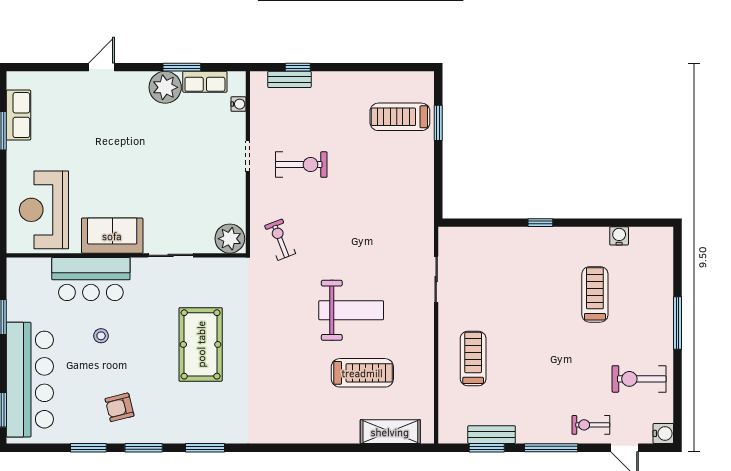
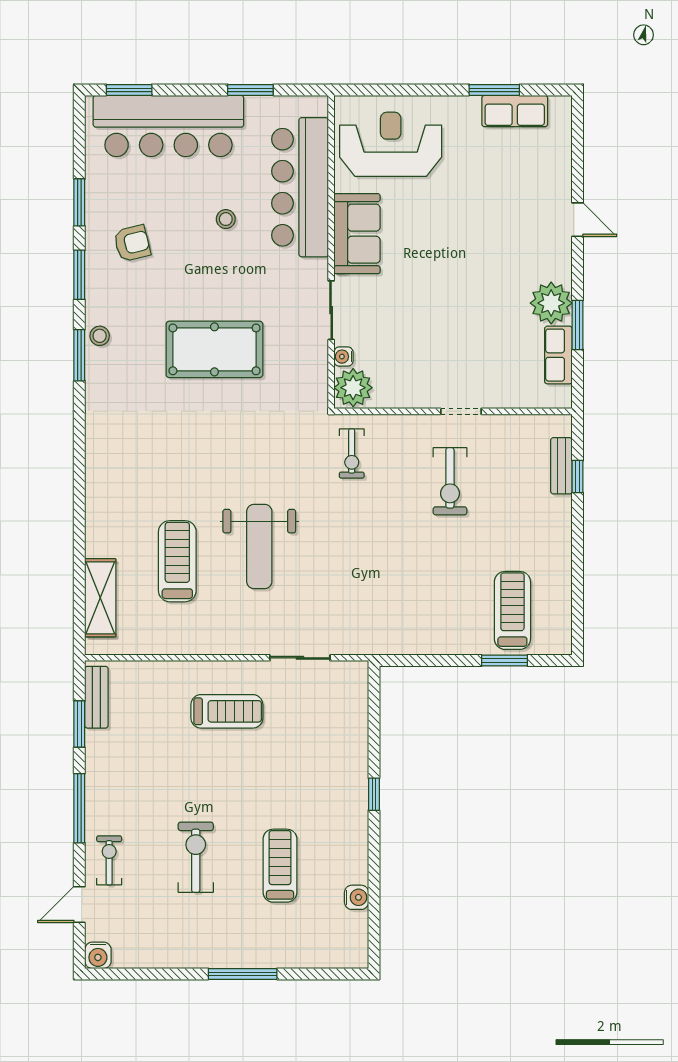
water cooler: (238, 104) -> (343, 357), moved, turned 90
exercise bike: (280, 240) -> (352, 453), turned 111
bar counter: (91, 279) -> (300, 187), width x1.36
treadmill: (595, 294) -> (280, 866), turned -90
treadmill: (473, 358) -> (227, 711), moved
treadmill: (362, 373) -> (177, 561), turned 180
exercise bike: (639, 379) -> (196, 857), moved
armchair: (120, 407) -> (132, 243), turned 90
stool: (190, 432) -> (100, 336), added
bench: (492, 435) -> (96, 697), moved

